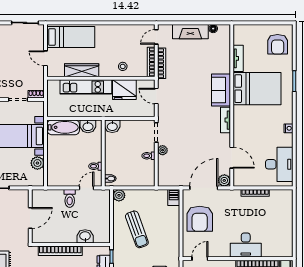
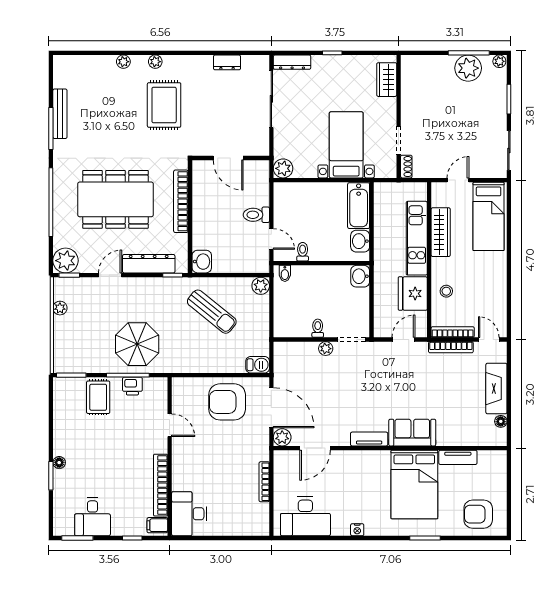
plant: (37, 163) -> (283, 168), moved
sun lounger: (137, 229) -> (212, 312), turned -121
washbasin: (85, 236) -> (202, 262), moved
desk: (246, 245) -> (189, 514), moved
door: (200, 259) -> (170, 425), moved

